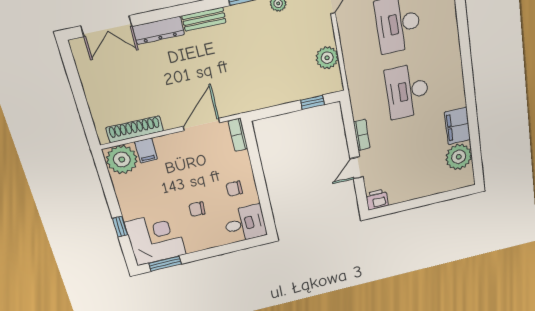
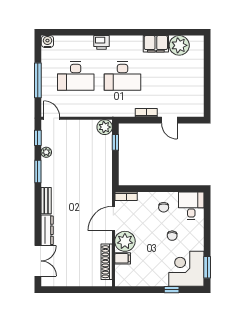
plant: (327, 58) -> (105, 127), moved
door: (201, 125) -> (113, 218), hinge flipped
plant: (122, 159) -> (125, 241), moved
printer: (377, 200) -> (101, 42), moved, turned -90

